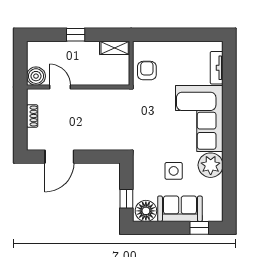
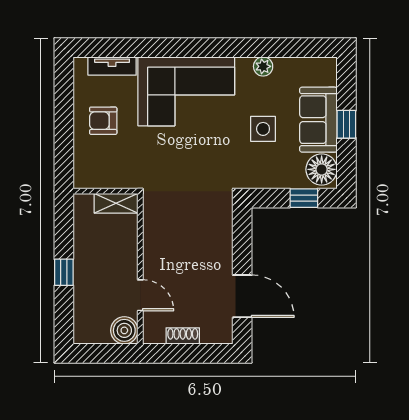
shelving: (115, 48) -> (116, 203), moved, turned 90
armchair: (147, 71) -> (103, 121), moved
door: (60, 87) -> (140, 295), swing flipped
plant: (211, 165) -> (263, 66), width x0.53, depth x0.53
window: (199, 228) -> (346, 124), moved

